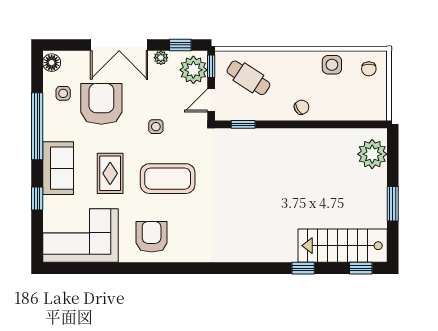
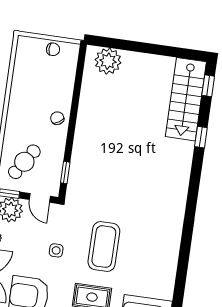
side table: (332, 65) -> (23, 86), removed
chair: (369, 69) -> (53, 49), moved
window: (393, 204) -> (155, 49), removed
armchair: (152, 237) -> (154, 268), removed

